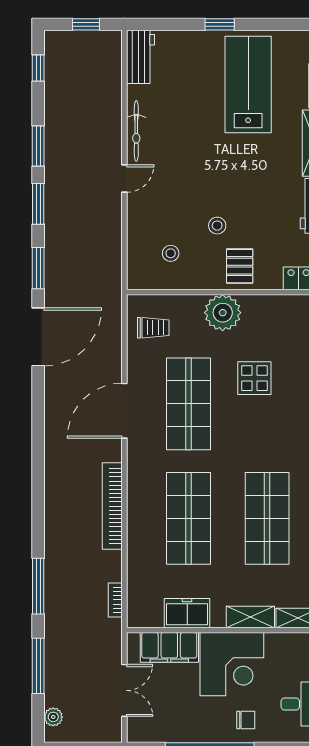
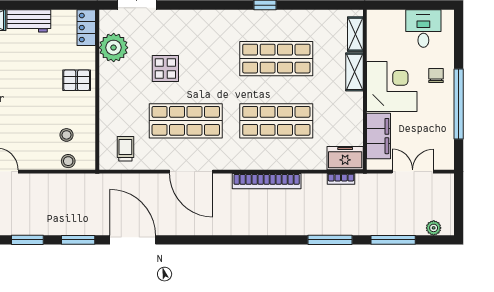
stool: (217, 226) -> (68, 161), moved
plant: (223, 313) -> (114, 48), moved
freezer: (187, 613) -> (345, 158), moved, turned 90

